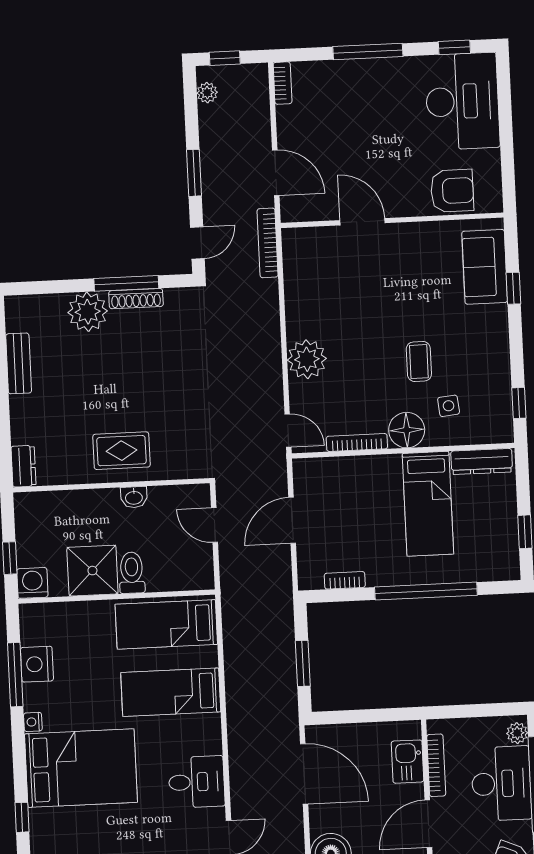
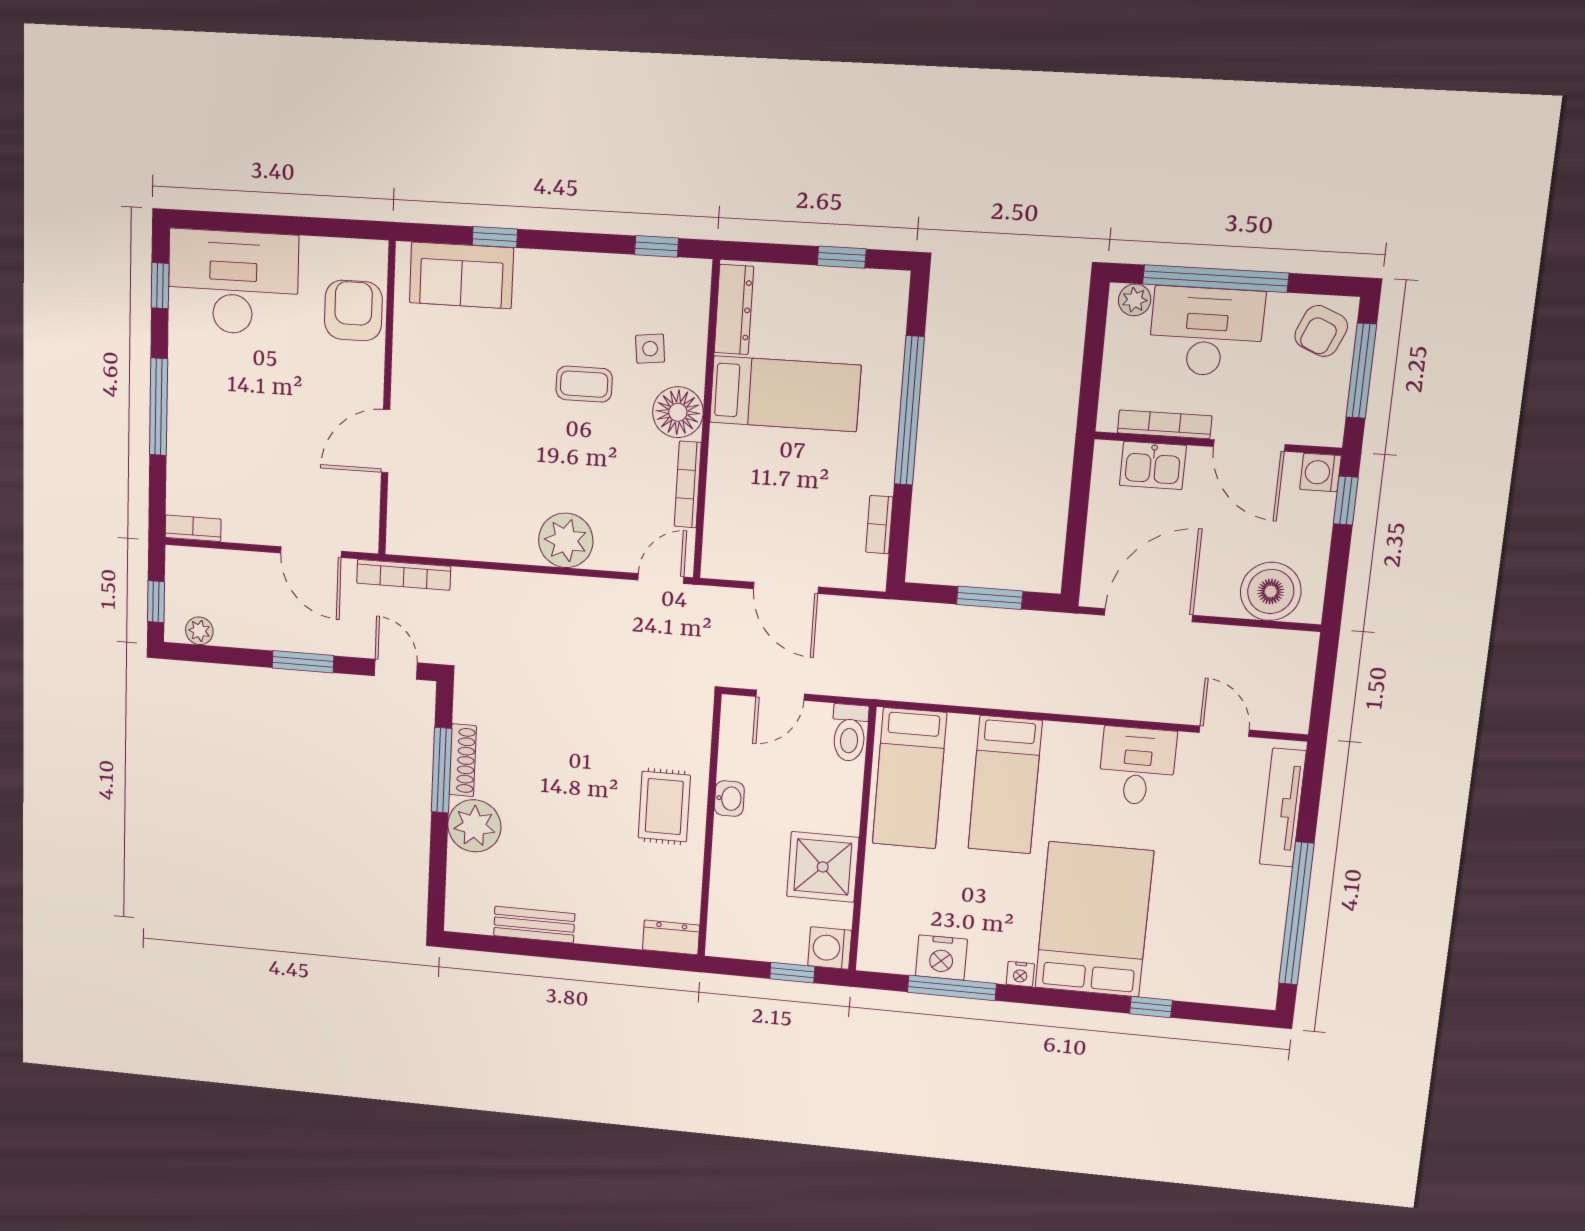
door: (276, 173) -> (311, 552), swing flipped
toilet: (132, 573) -> (850, 733), moved, turned -90

